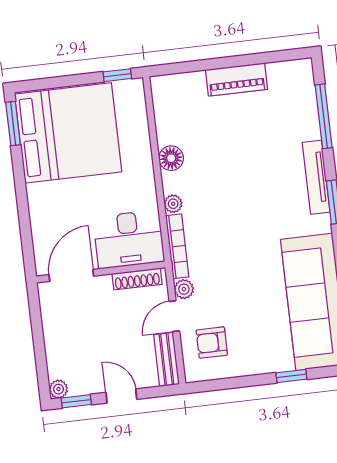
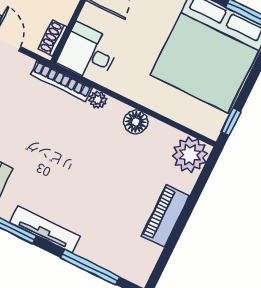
desk: (129, 239) -> (88, 53), width x0.73
shoe rack: (137, 279) -> (53, 38), width x0.70
plant: (184, 289) -> (190, 155), moved, width x1.88, depth x1.88

